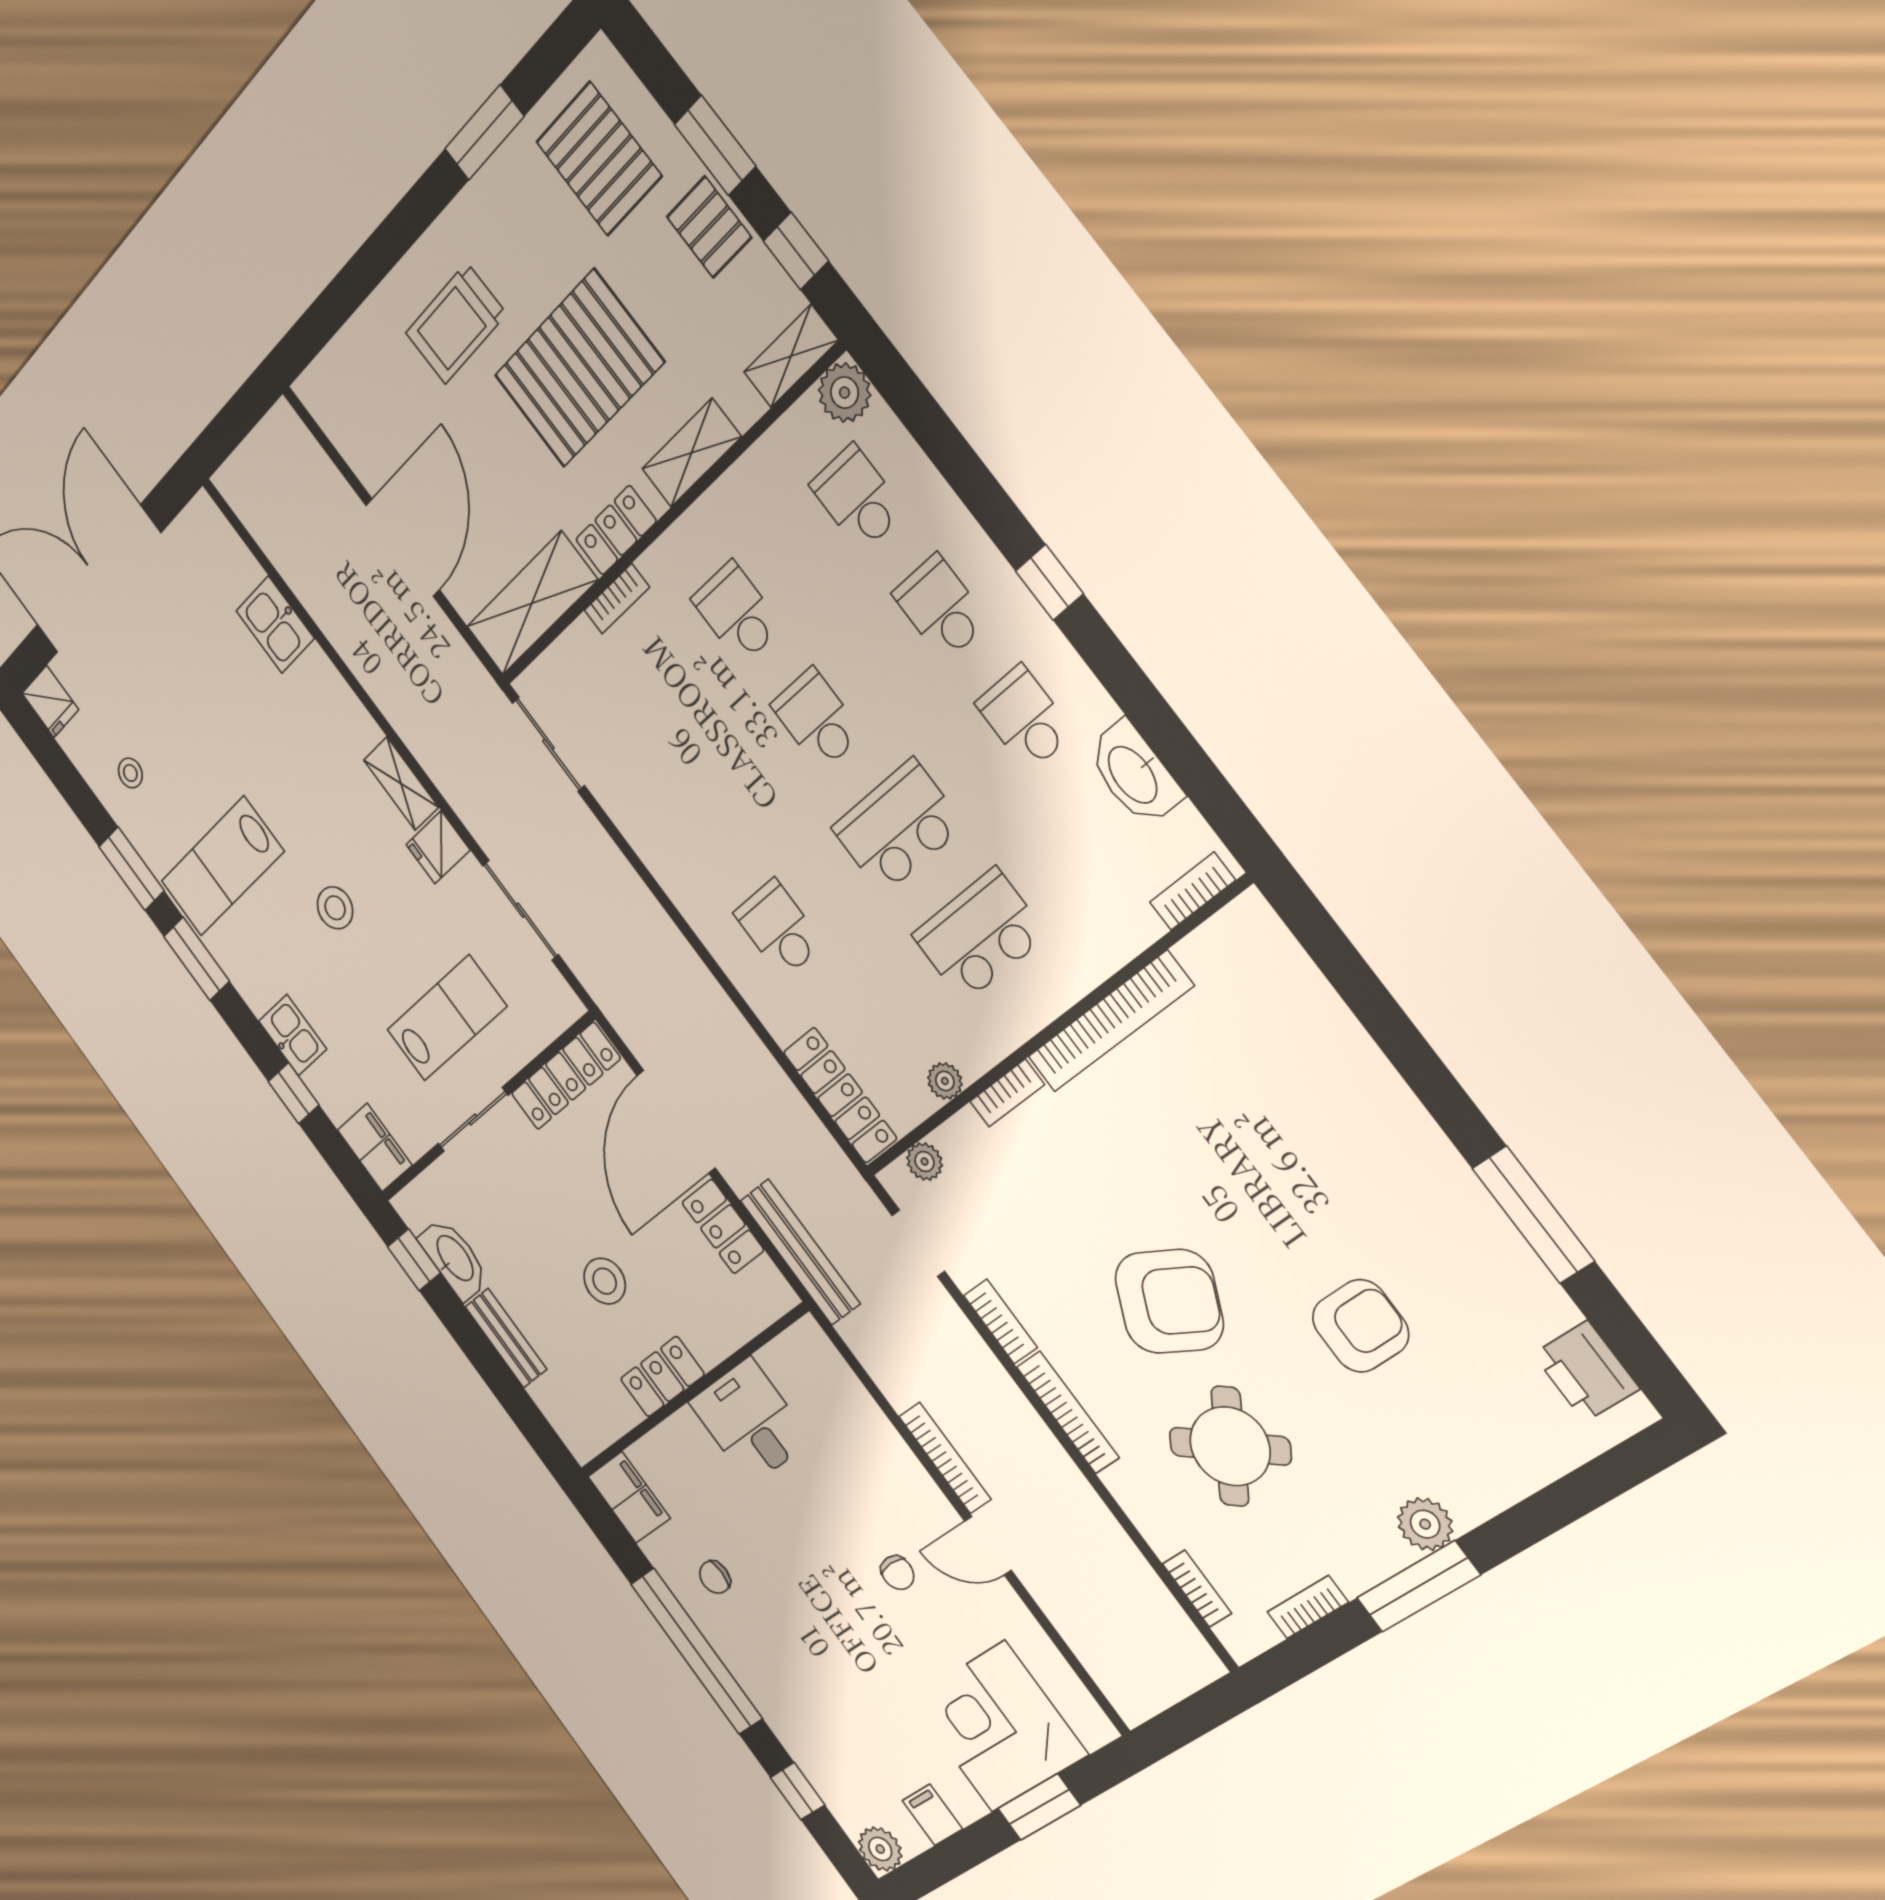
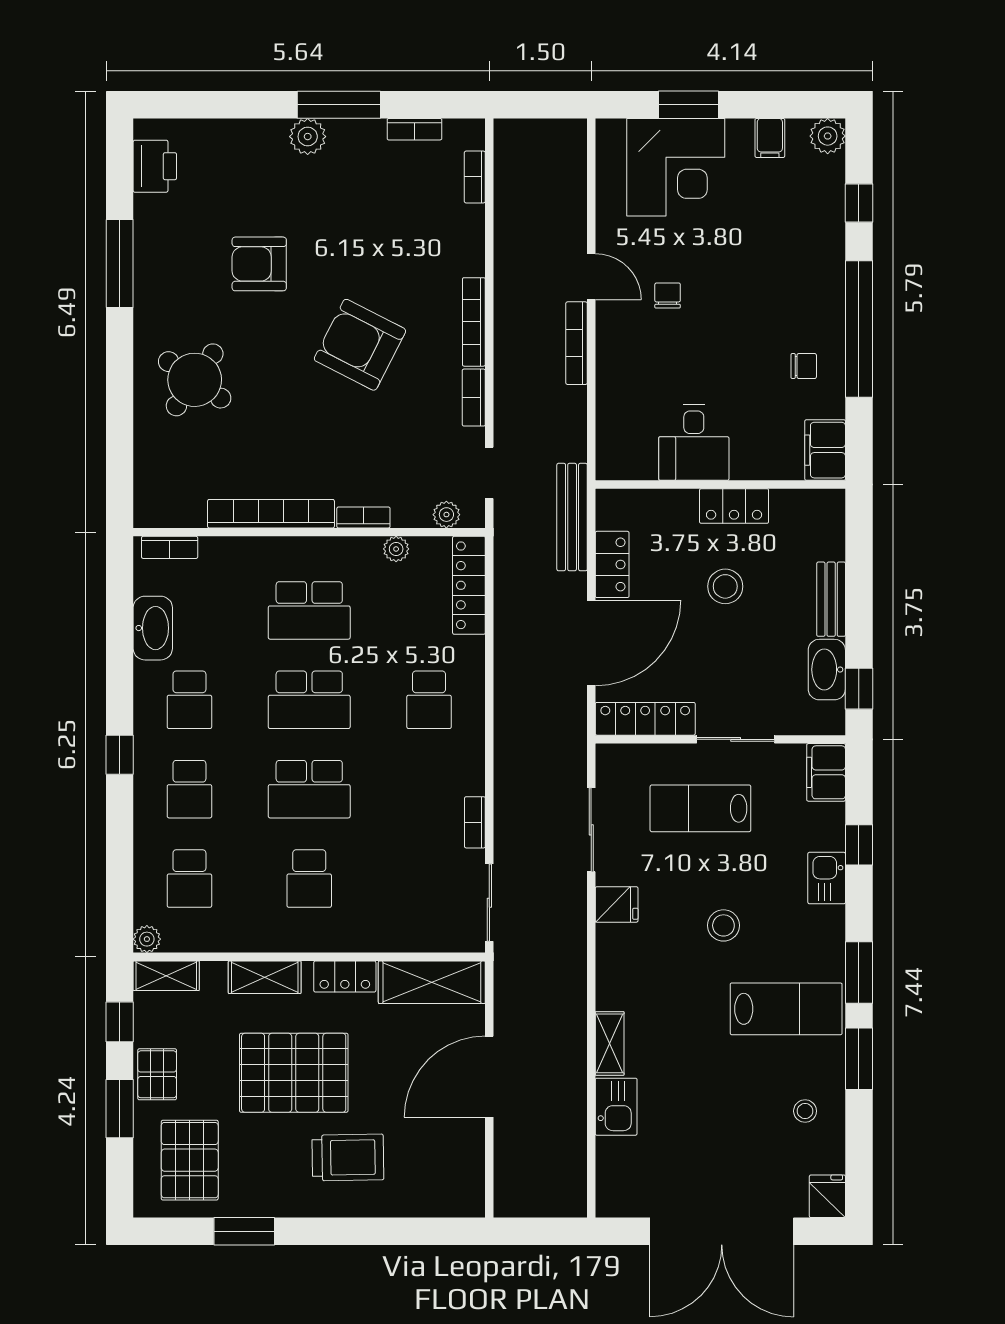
plant: (845, 393) -> (147, 939), width x0.73, depth x0.73
bookcase: (617, 599) -> (475, 822), moved, turned -90
school desk: (817, 719) -> (309, 789), width x1.85
shelving: (401, 784) -> (610, 1043), moved
round table: (1230, 1446) -> (195, 380), moved

